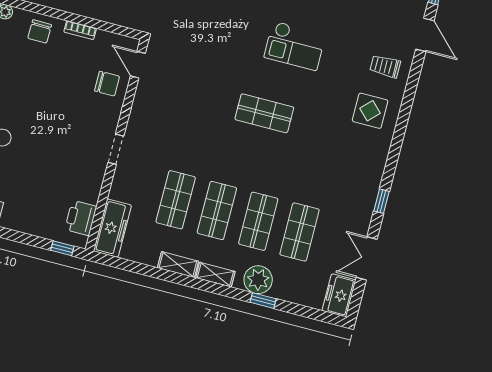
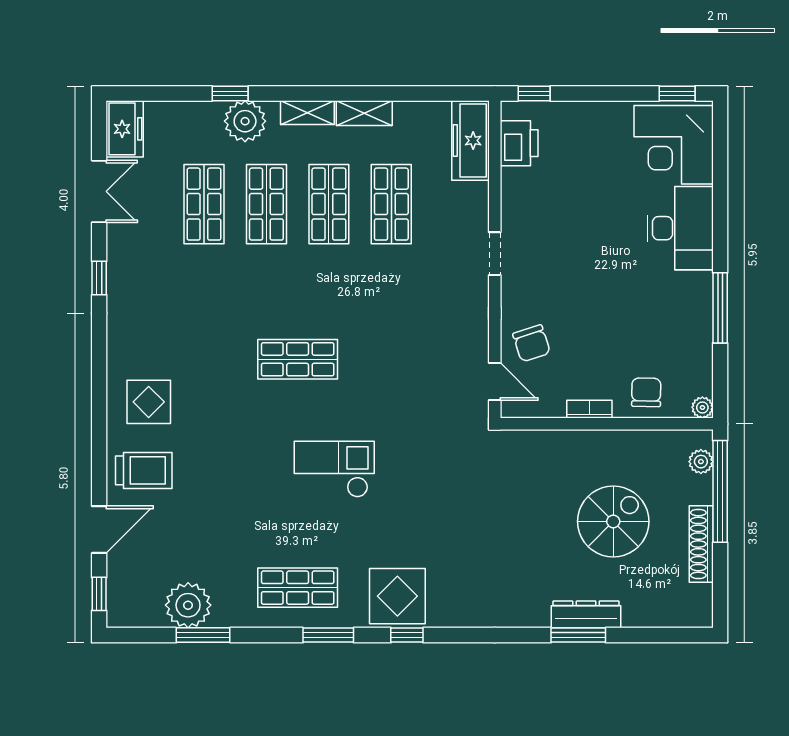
door: (425, 35) -> (99, 530), swing flipped
checkout: (295, 46) -> (334, 469), moved
trolley: (385, 66) -> (144, 470), width x1.36, depth x1.39
chair: (107, 84) -> (532, 343), turned -108

